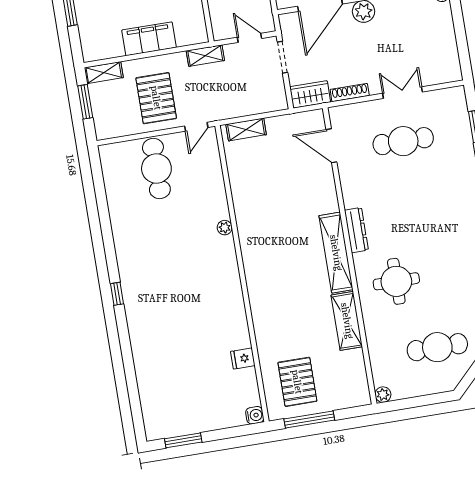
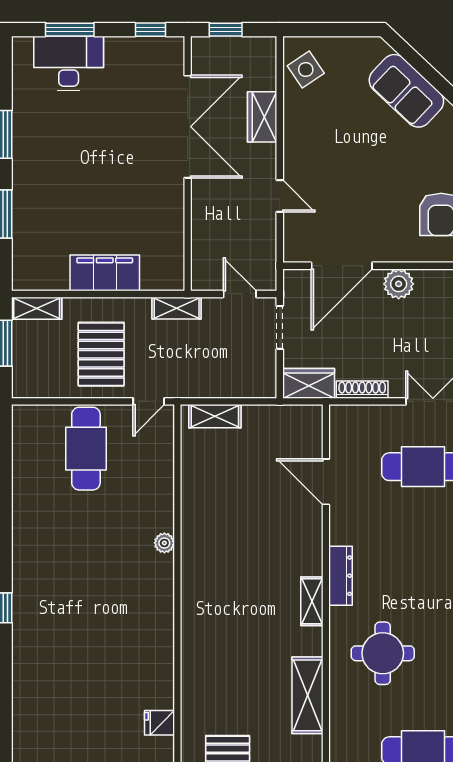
door: (331, 146) -> (326, 482), moved
shelving: (336, 253) -> (312, 601), width x0.45, depth x0.75

